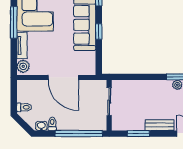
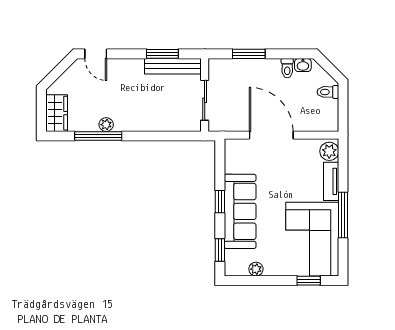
bench: (160, 125) -> (173, 66), moved, width x1.36
window: (79, 134) -> (249, 54), width x0.47

